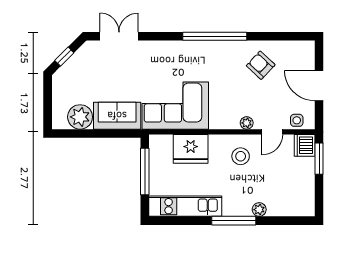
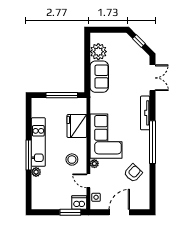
tv unit: (171, 47) -> (145, 113), added
corner sofa: (175, 106) -> (106, 136), moved
kitchen unit: (185, 206) -> (38, 142), moved

